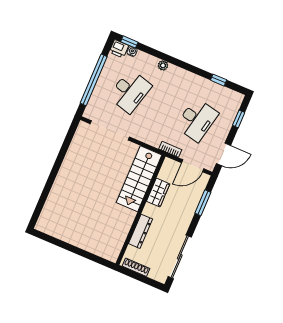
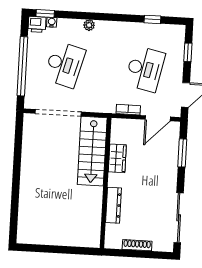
stairs: (139, 179) -> (92, 151), moved
wardrobe: (158, 193) -> (117, 158), moved
wall: (141, 210) -> (106, 183), moved
dresser: (140, 231) -> (113, 205), moved

